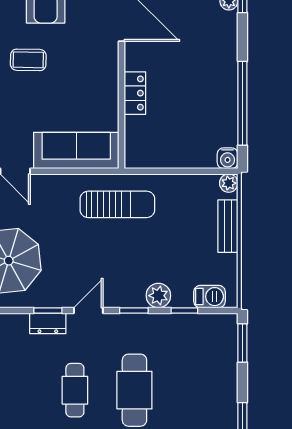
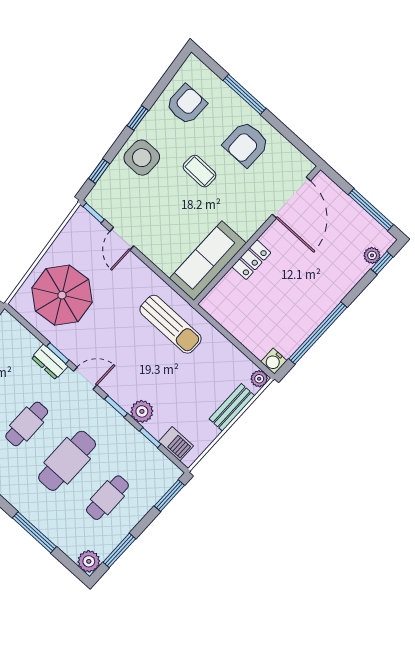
sofa: (76, 150) -> (208, 261), moved, turned -90
cafe table: (194, 390) -> (107, 498), added

